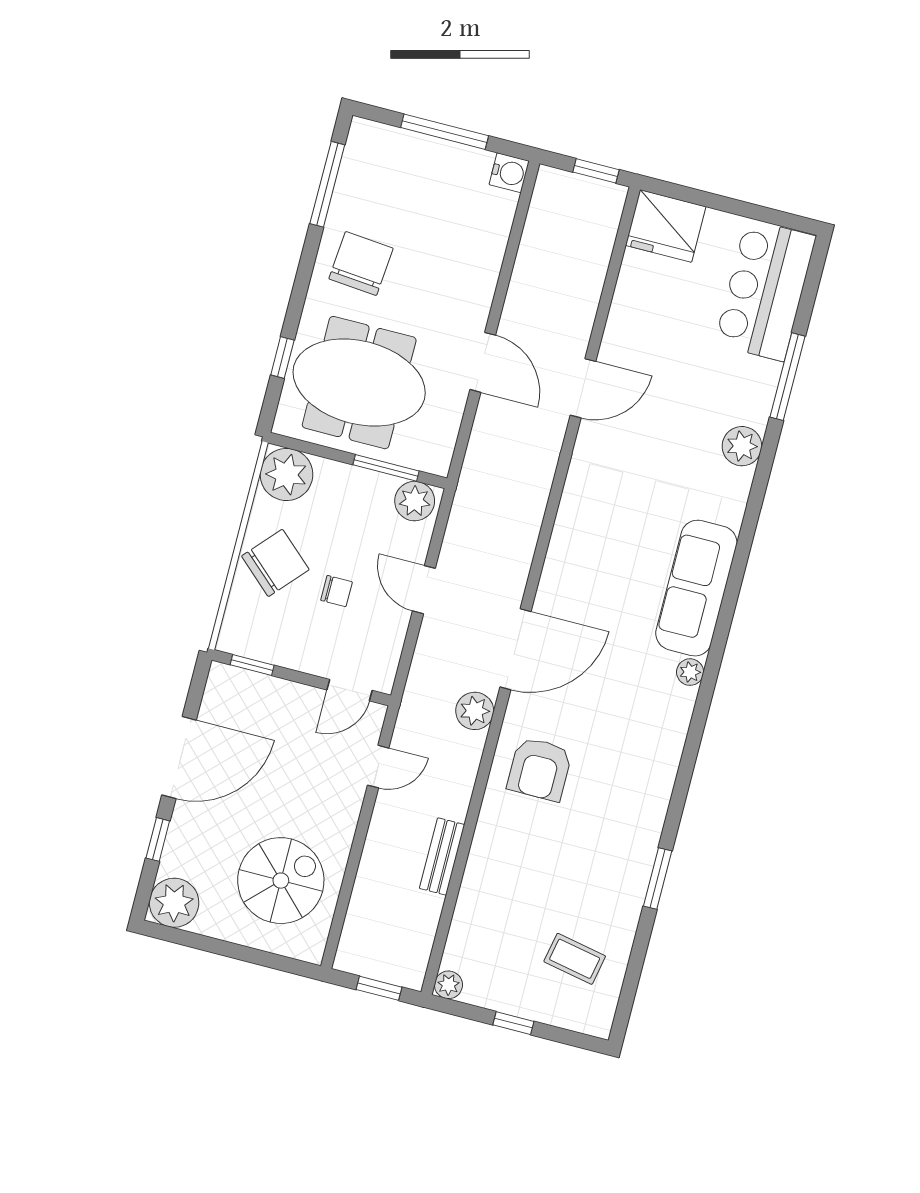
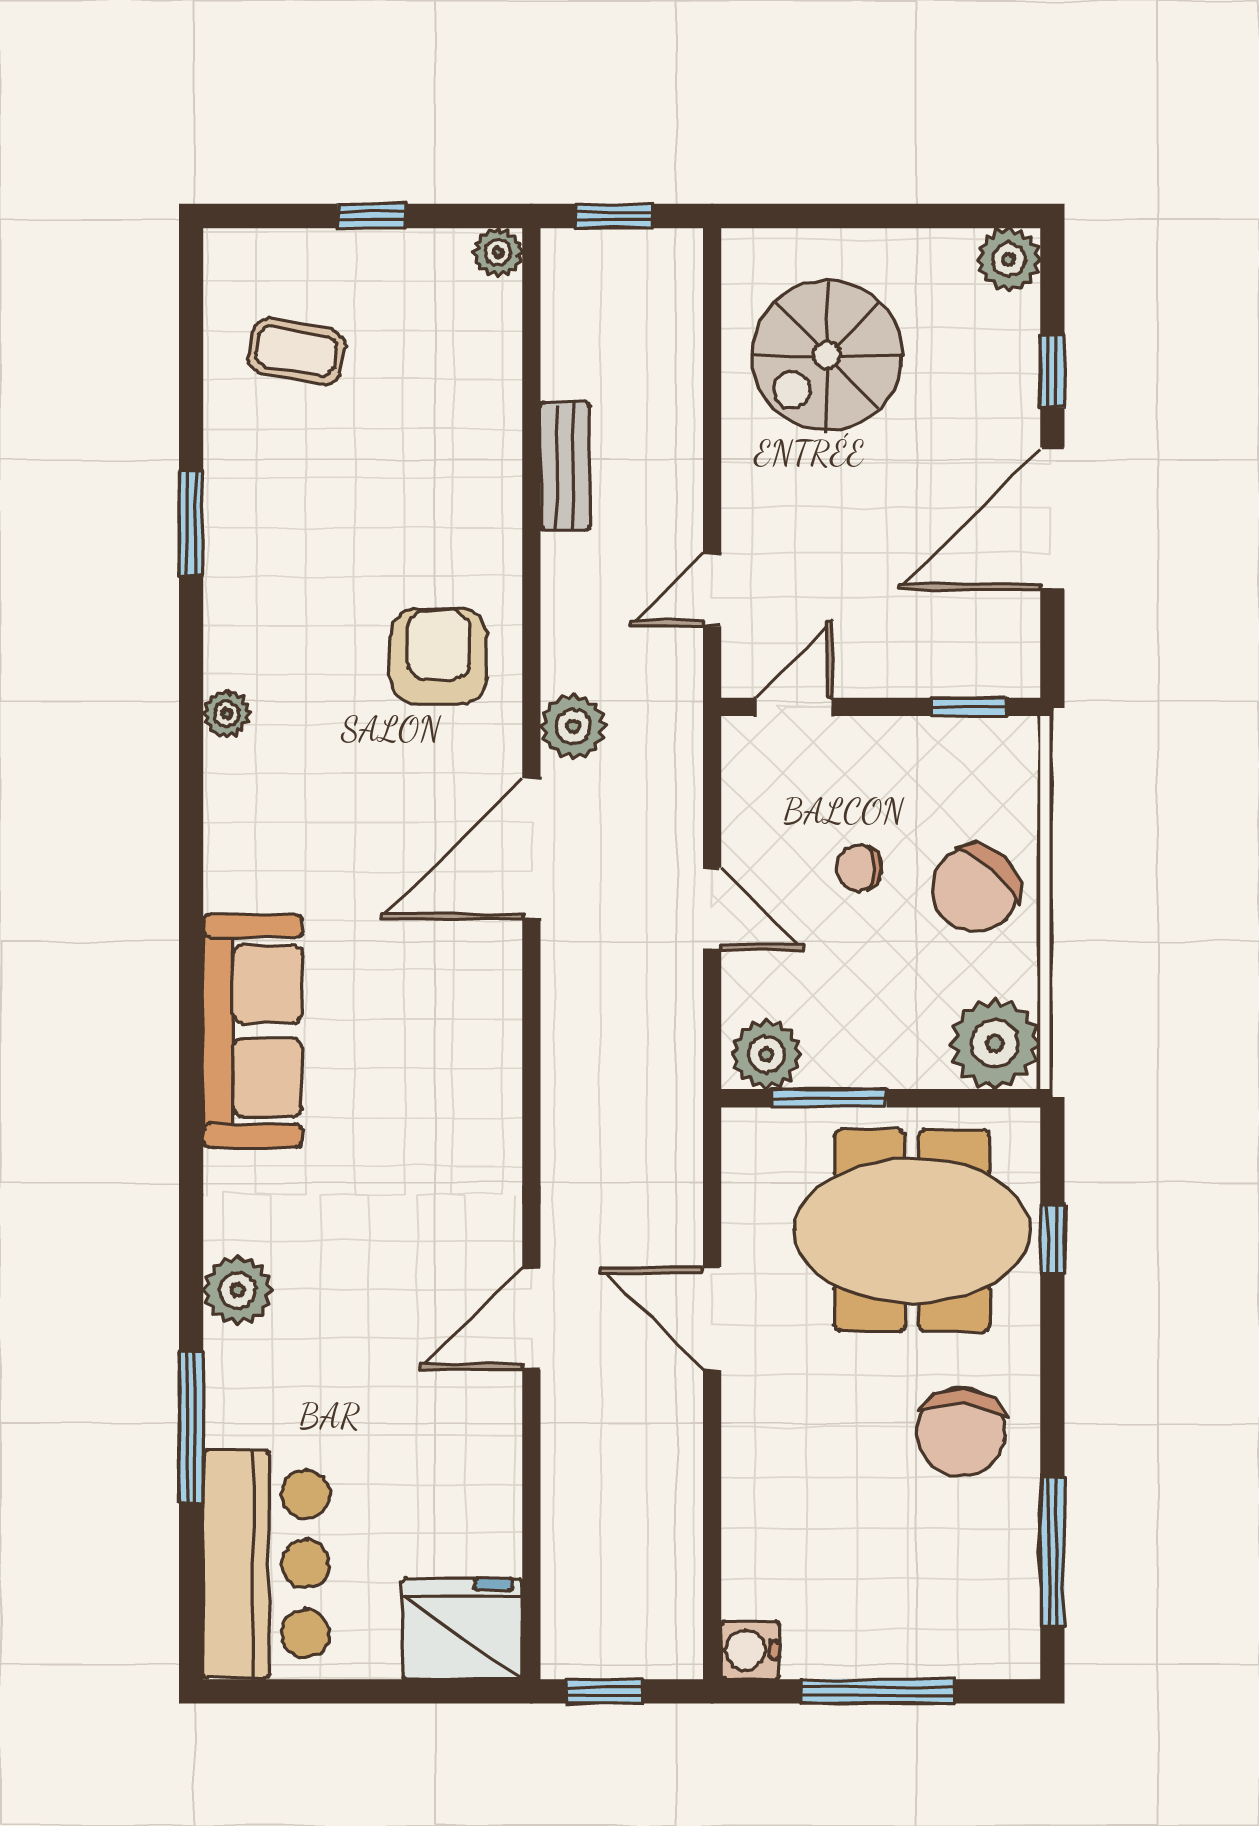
plant: (690, 672) -> (227, 714), moved
plant: (174, 903) -> (1009, 260), width x0.73, depth x0.73

